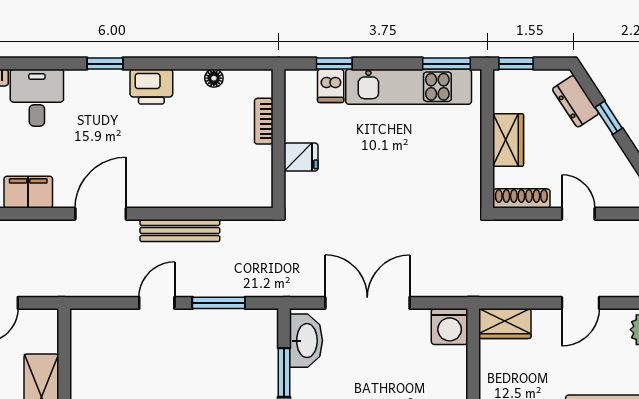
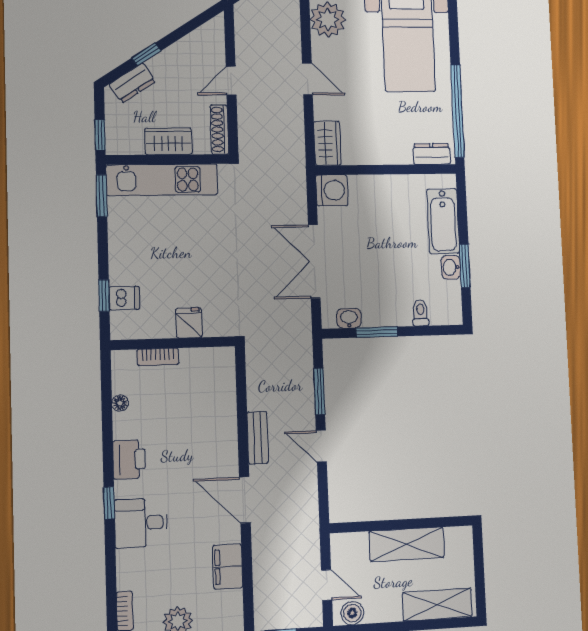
kitchen unit: (409, 87) -> (162, 180), moved, turned 90
desk: (37, 98) -> (141, 523), moved
bench: (180, 230) -> (258, 438), width x0.73
washbasin: (306, 341) -> (349, 318), width x0.52, depth x0.69

